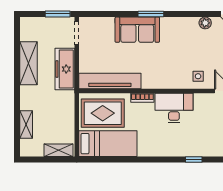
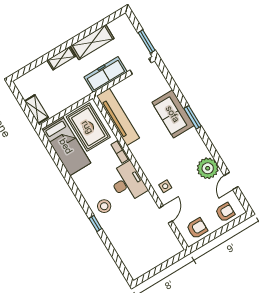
plant: (205, 23) -> (208, 168), width x1.87, depth x1.87
shelving: (26, 125) -> (61, 58), moved
stool: (183, 142) -> (104, 206), added

